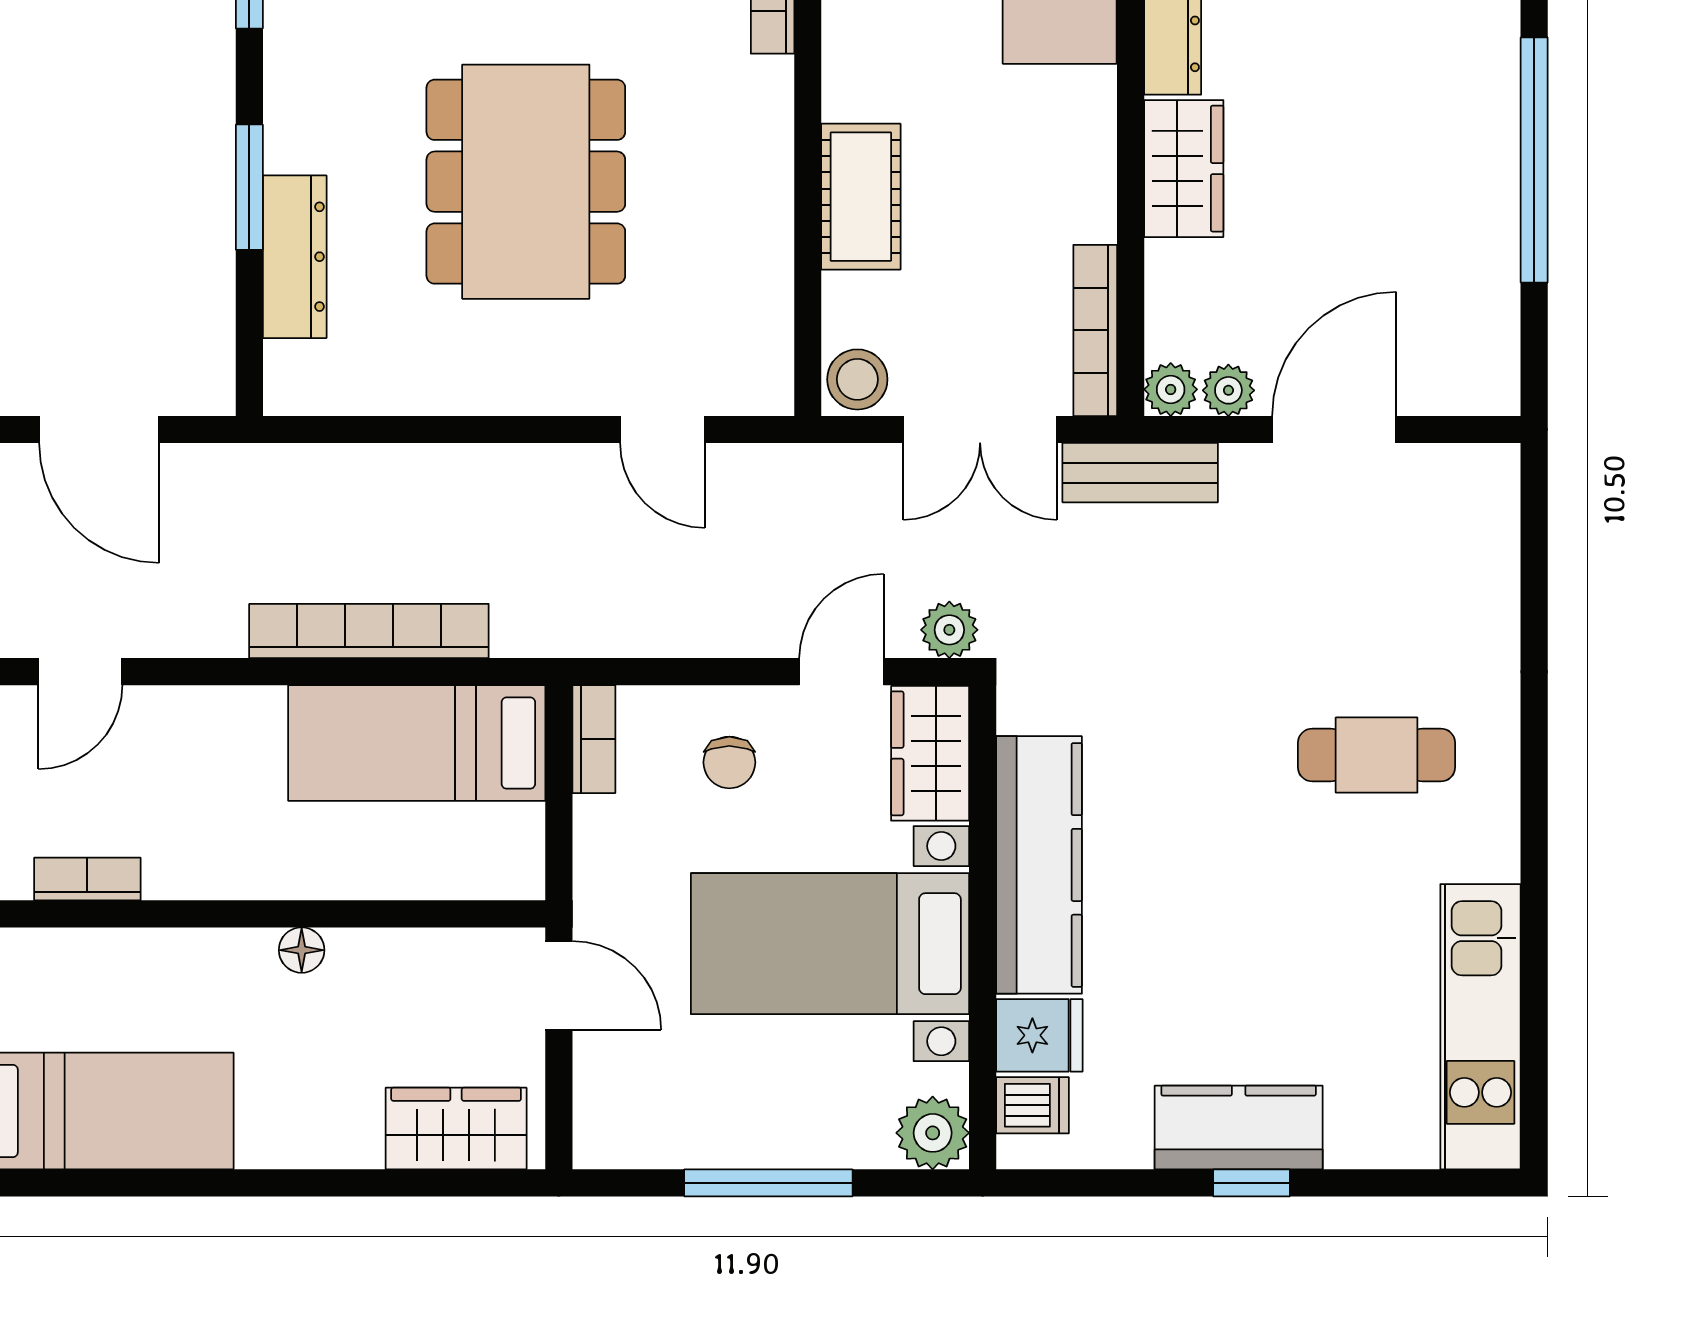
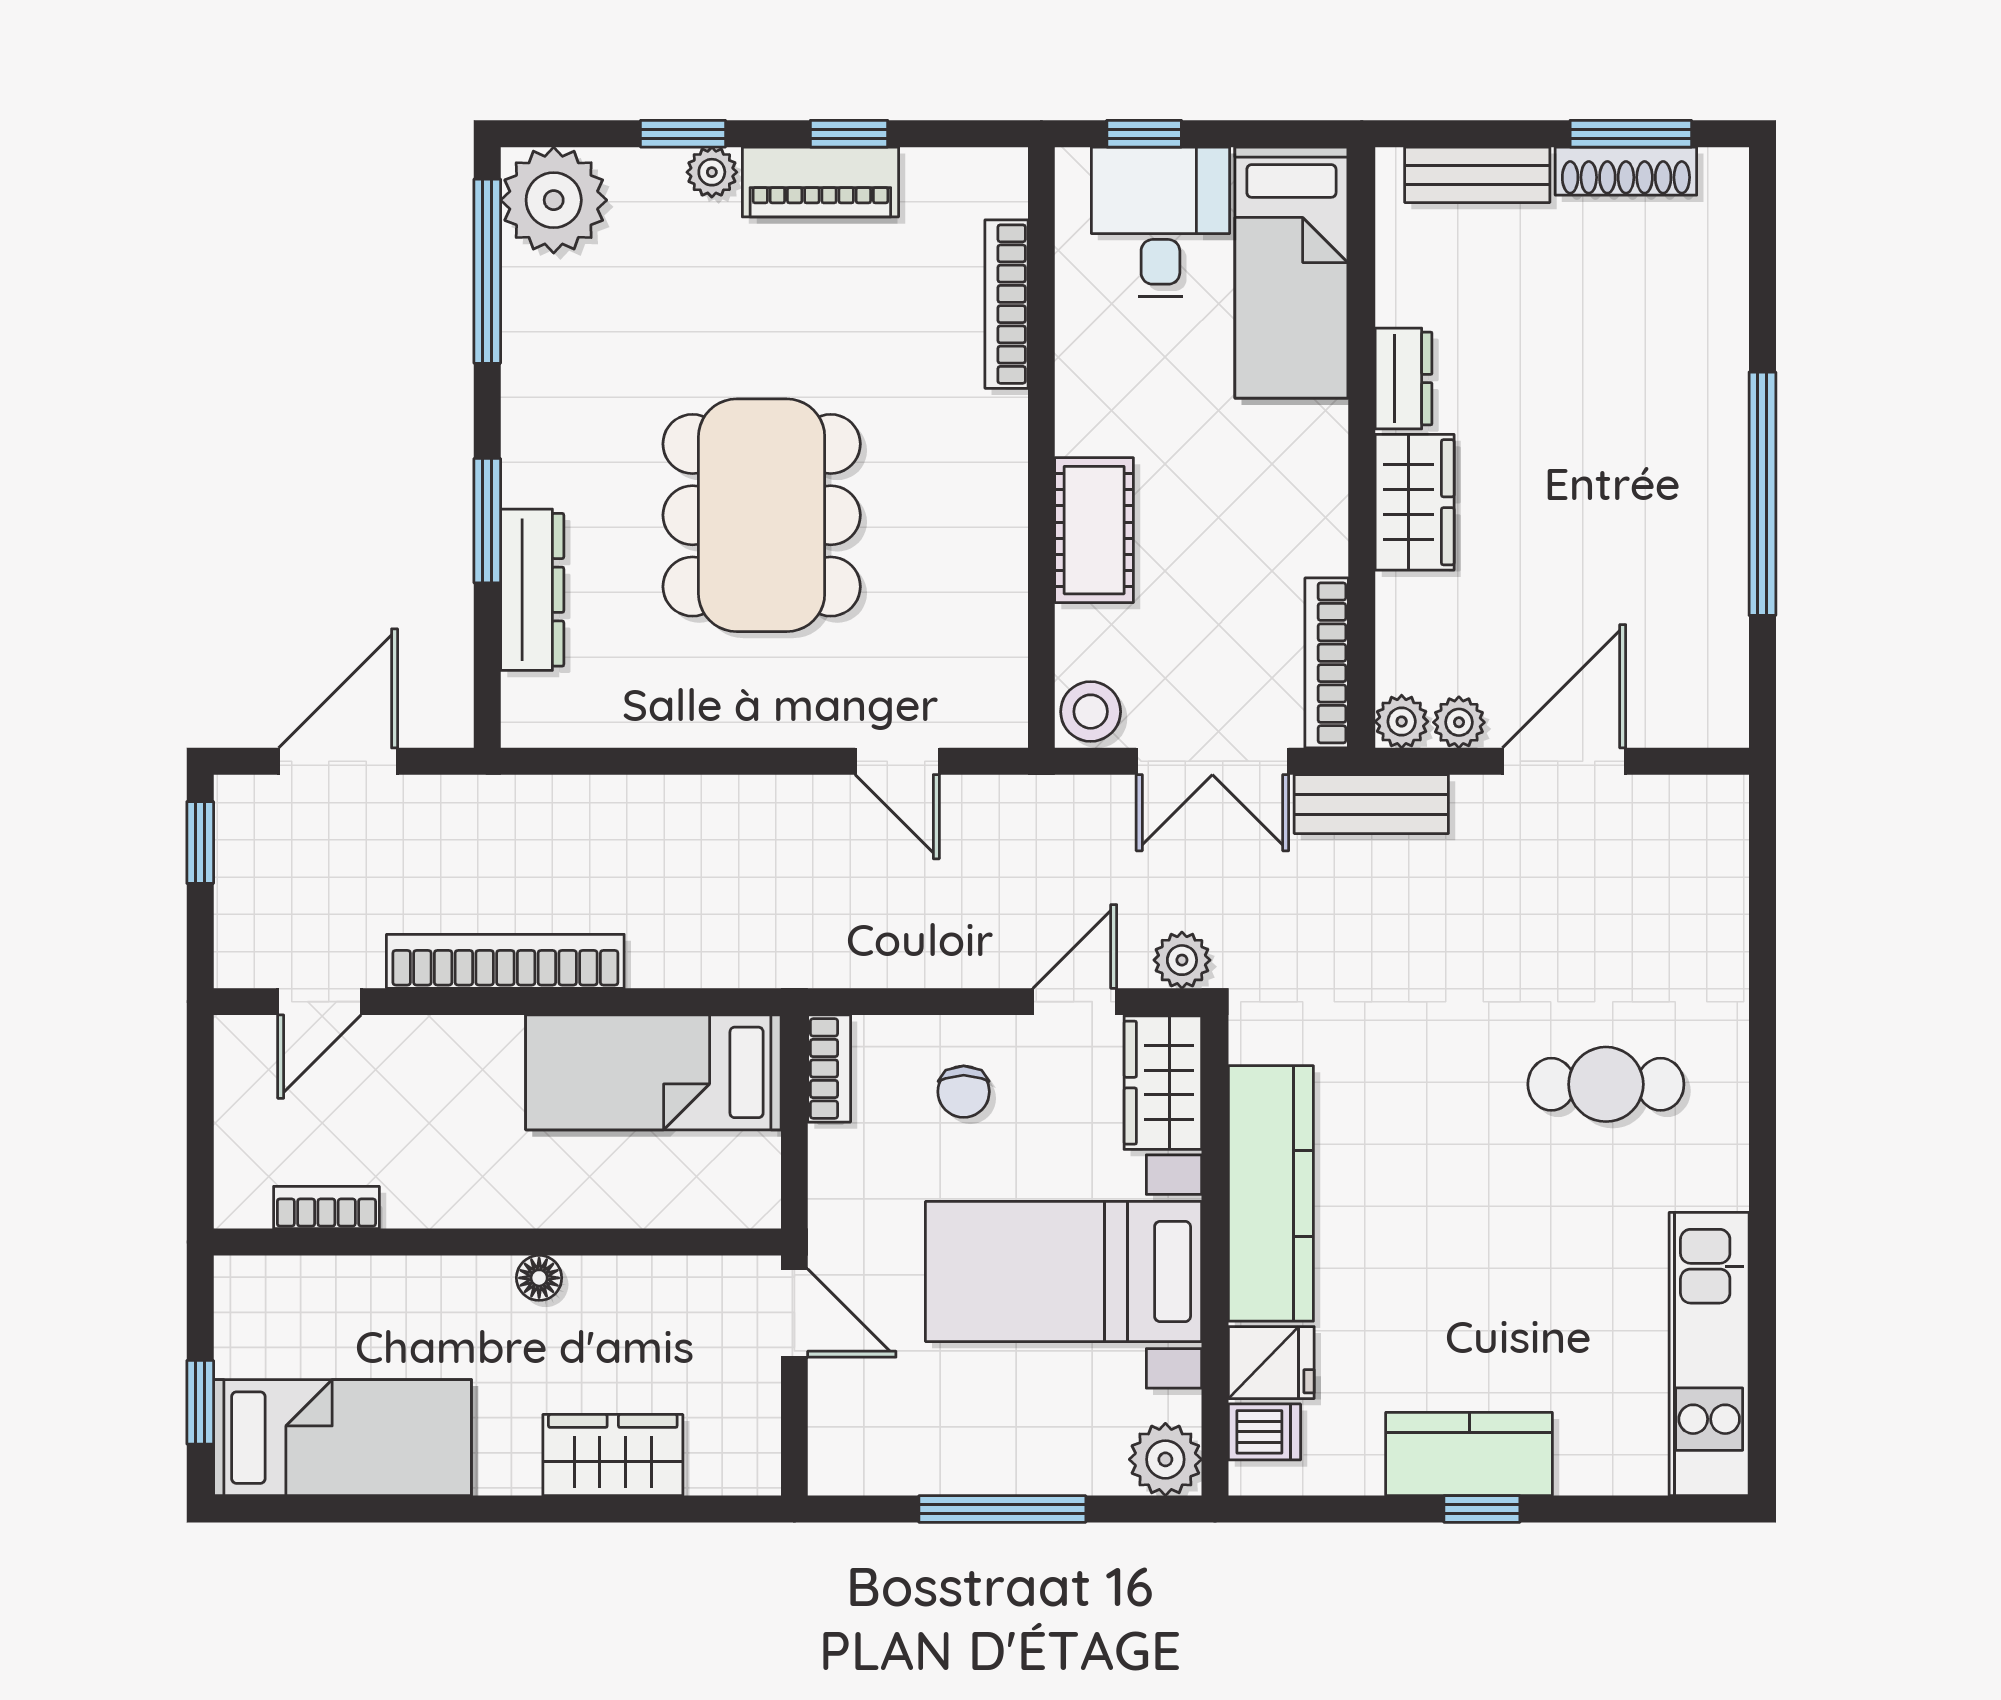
door: (99, 430) -> (338, 761), swing flipped
bookcase: (369, 631) -> (505, 961), moved
wardrobe: (456, 1129) -> (613, 1455), moved

